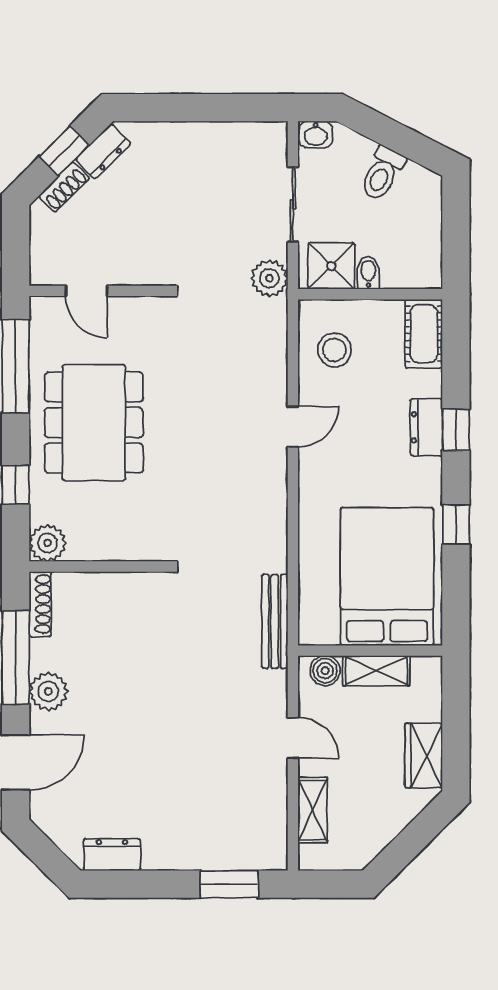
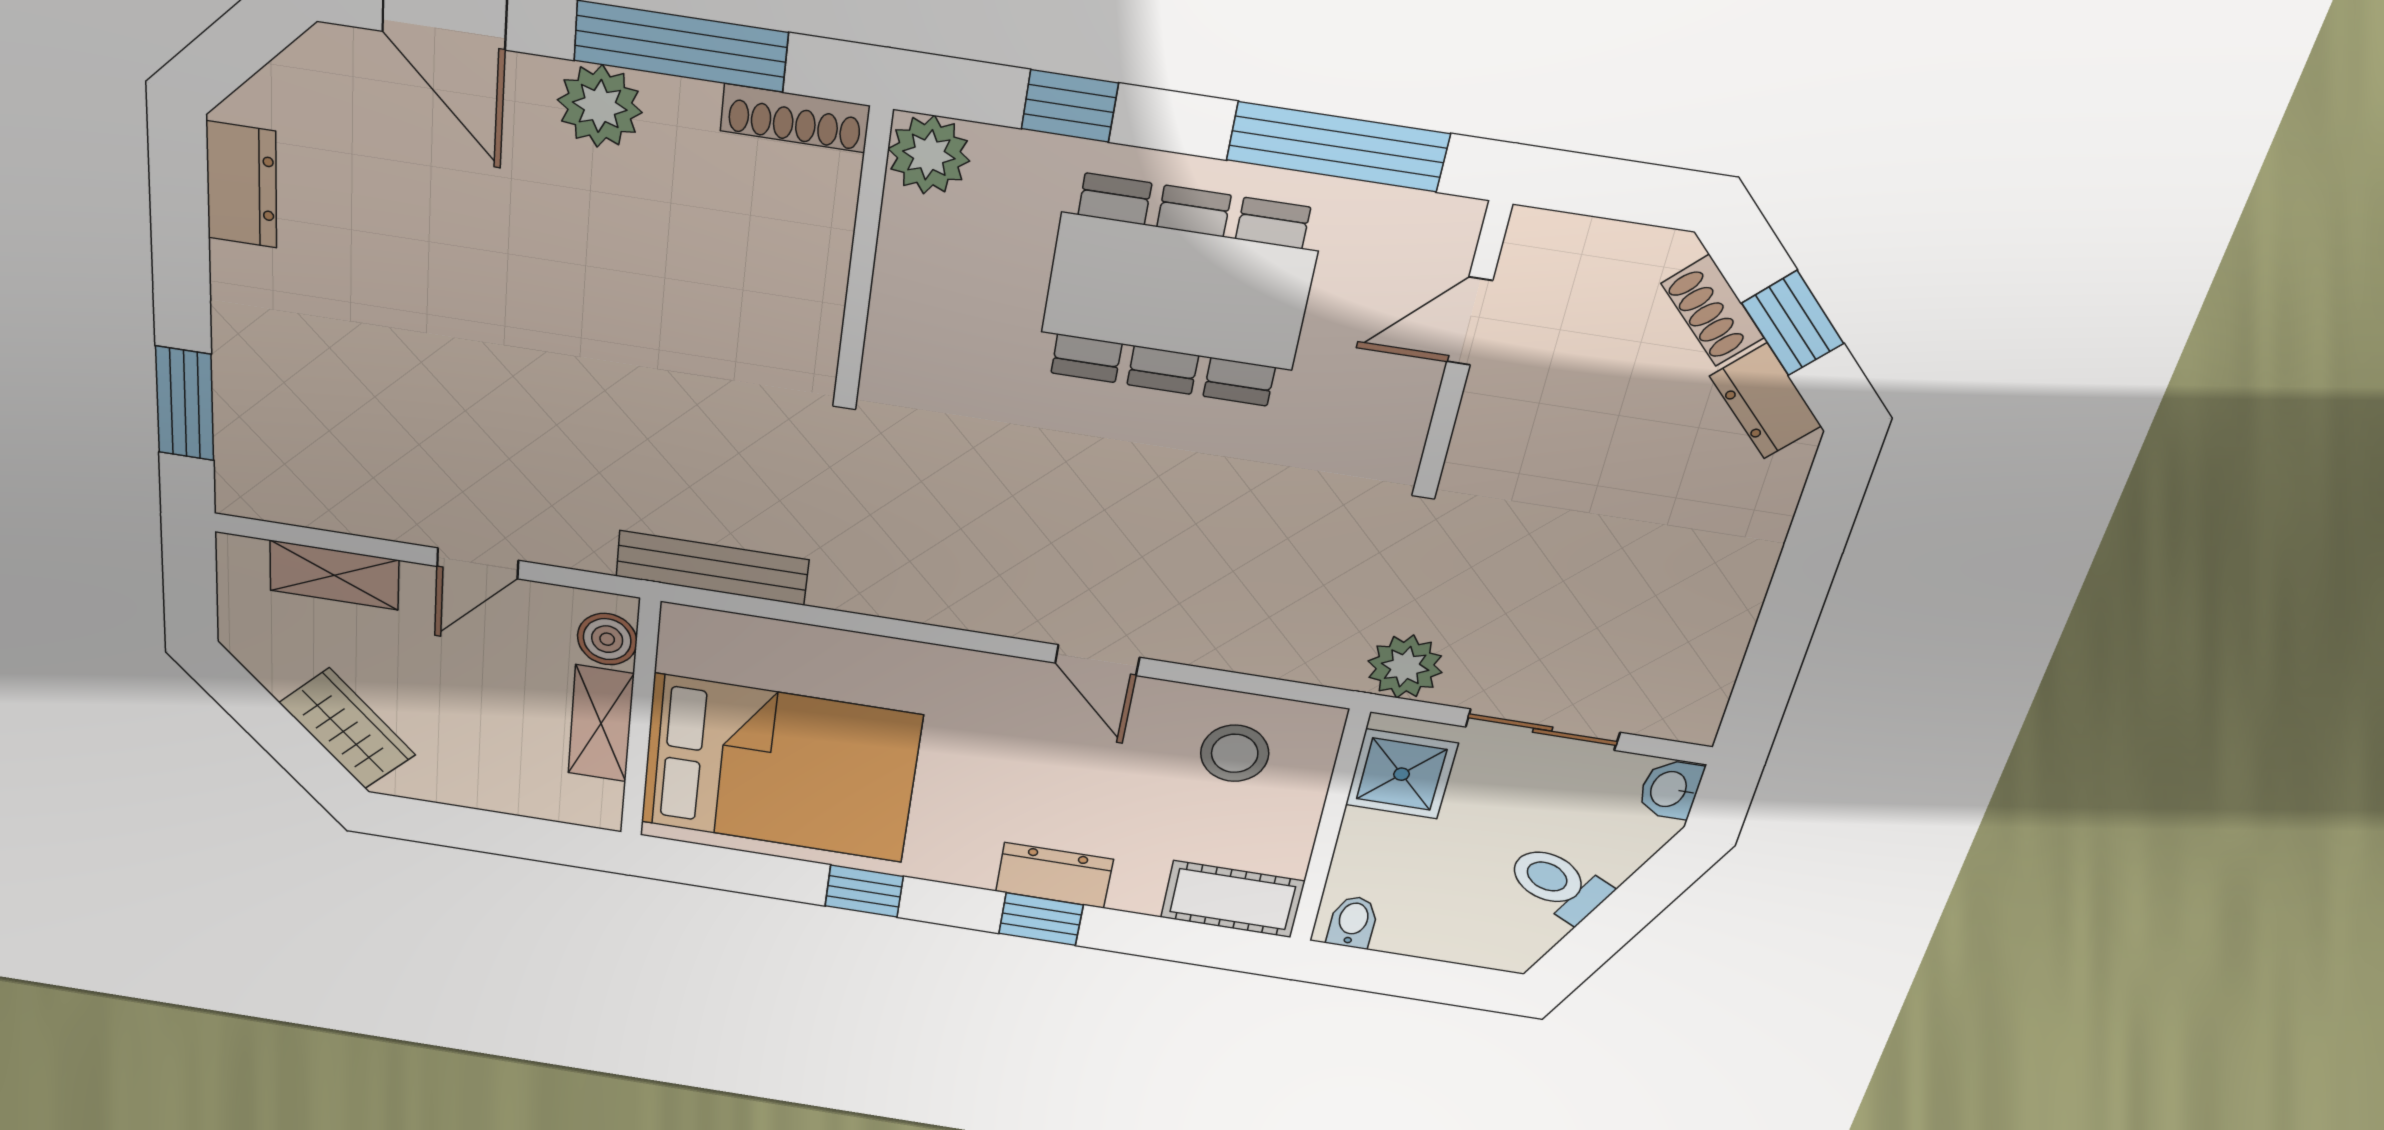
bidet: (368, 273) -> (1353, 922), moved, turned -90
wardrobe: (424, 756) -> (347, 729), moved, turned 45

